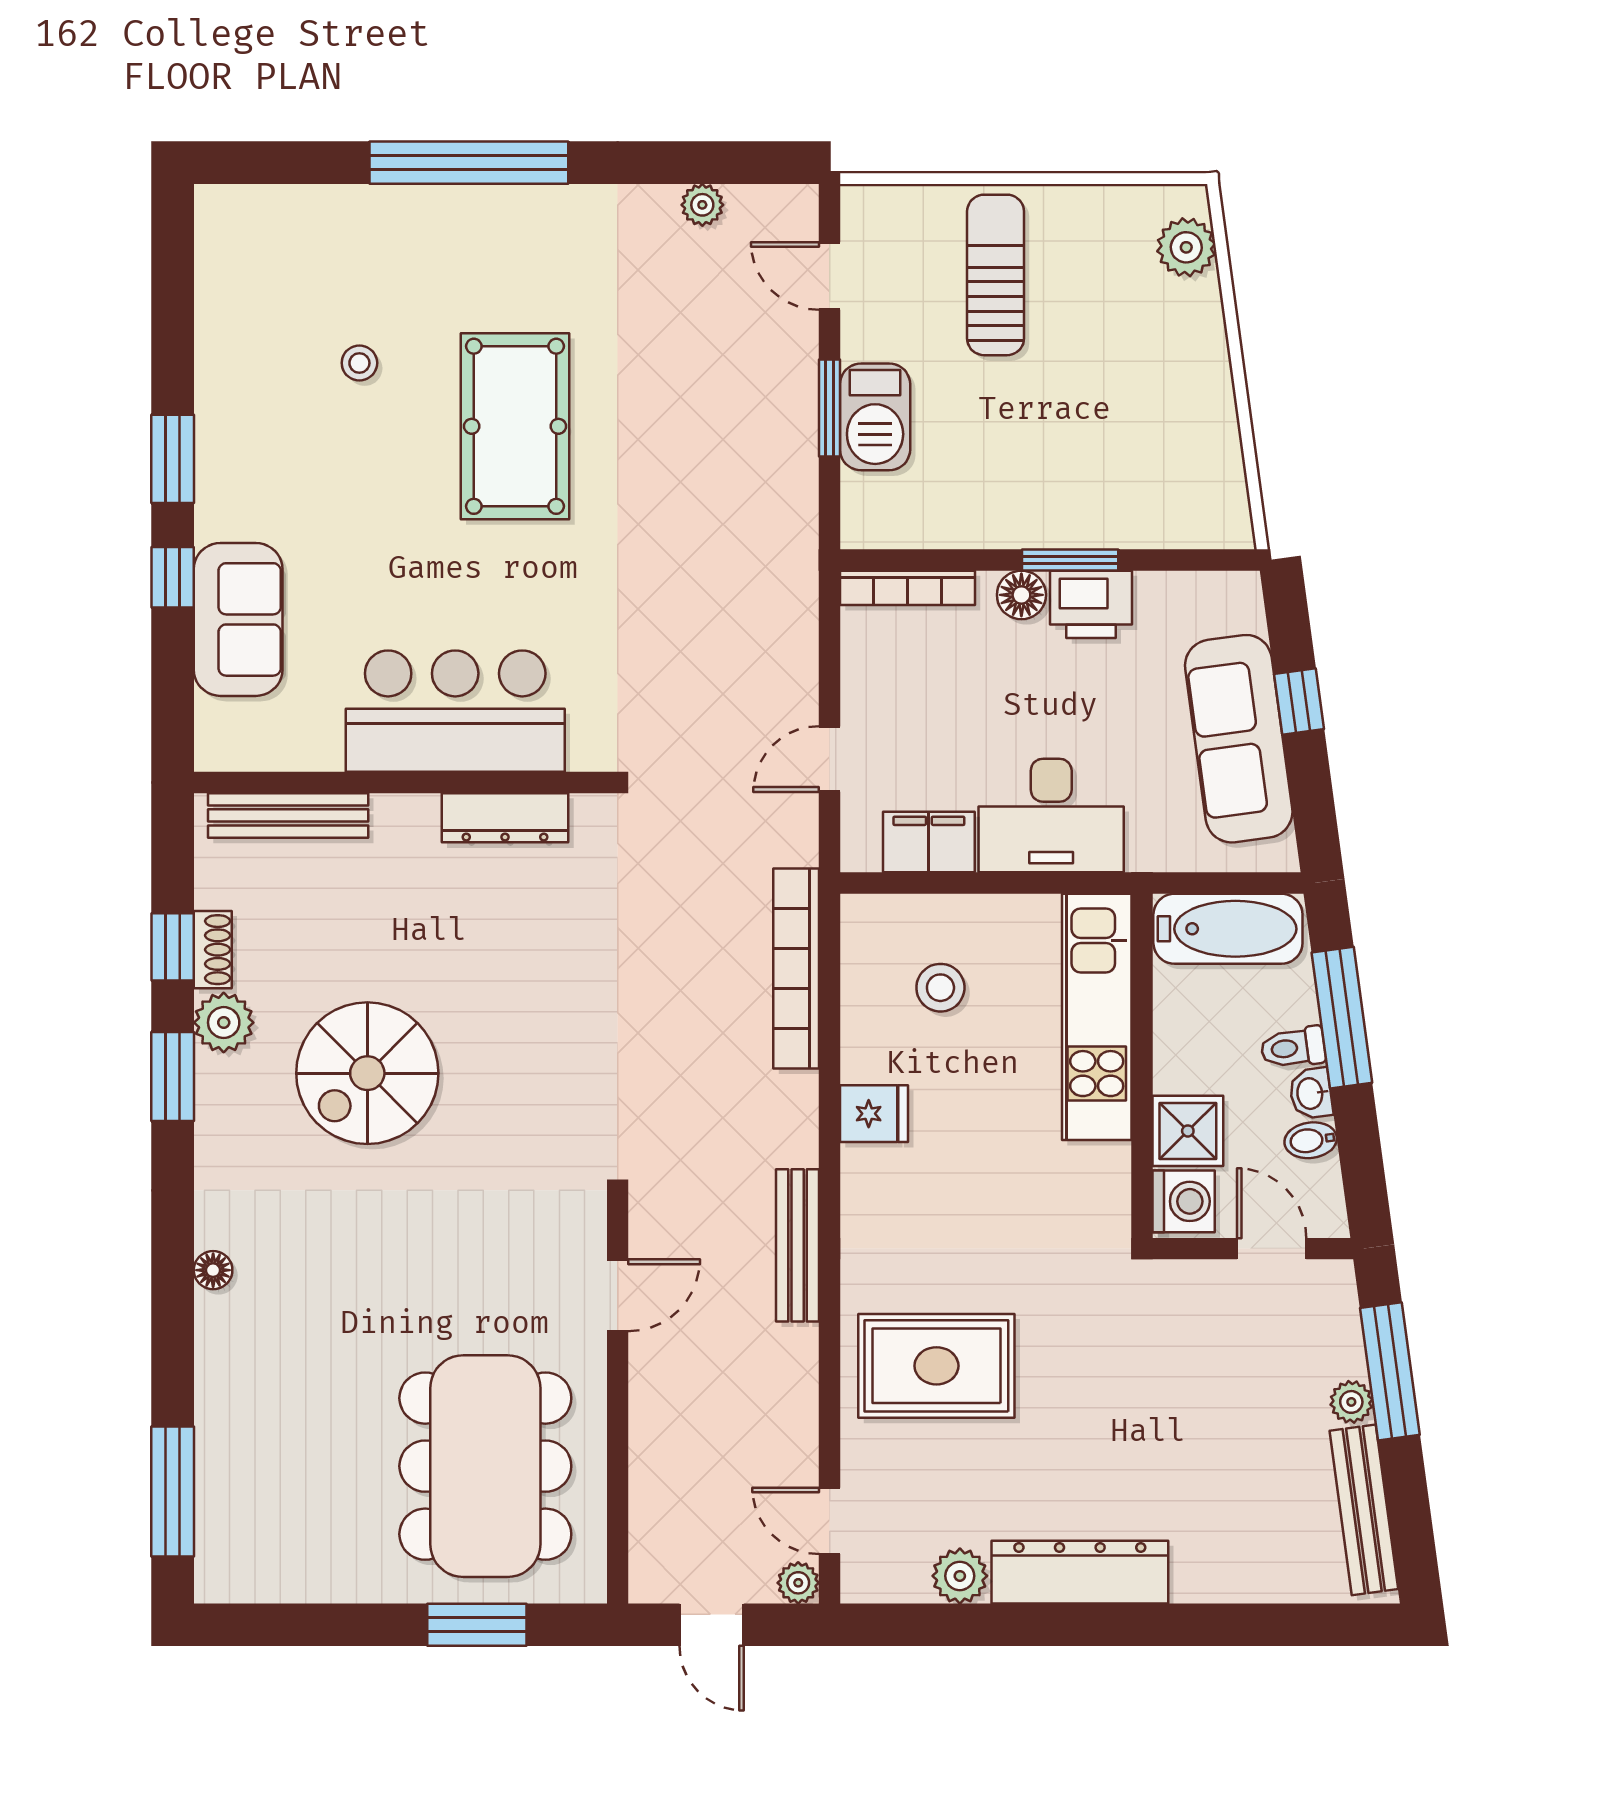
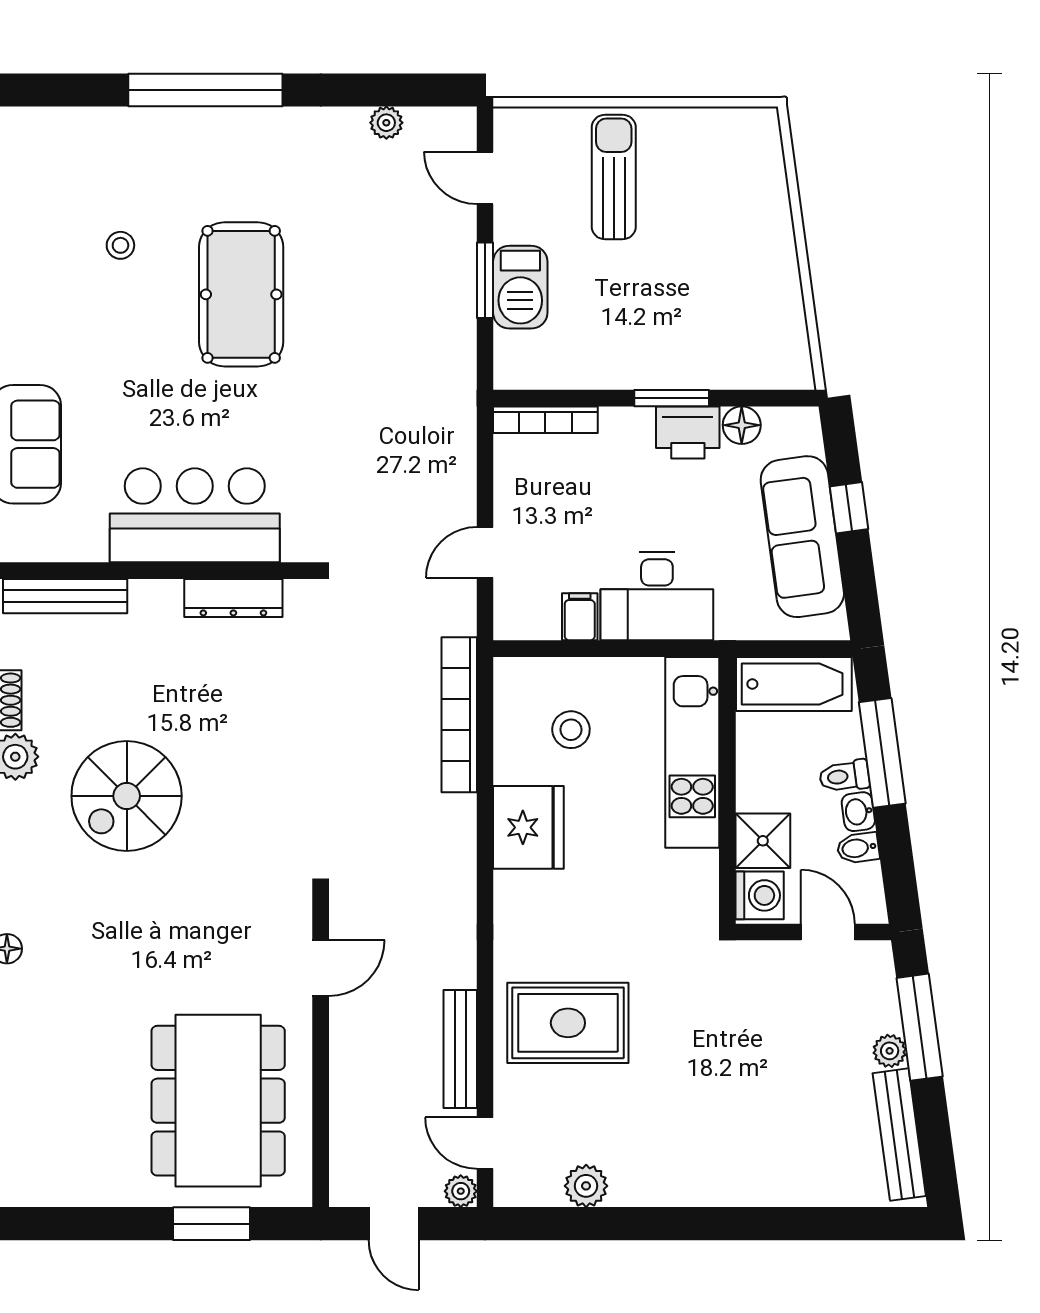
plant: (1186, 247) -> (762, 156), removed
floor lamp: (1021, 595) -> (742, 425), moved
filing cabinet: (929, 842) -> (580, 617), width x0.50
fridge: (874, 1114) -> (528, 827), width x1.88, depth x1.34
bench: (798, 1245) -> (460, 1049), moved
dresser: (1080, 1572) -> (679, 1183), removed

